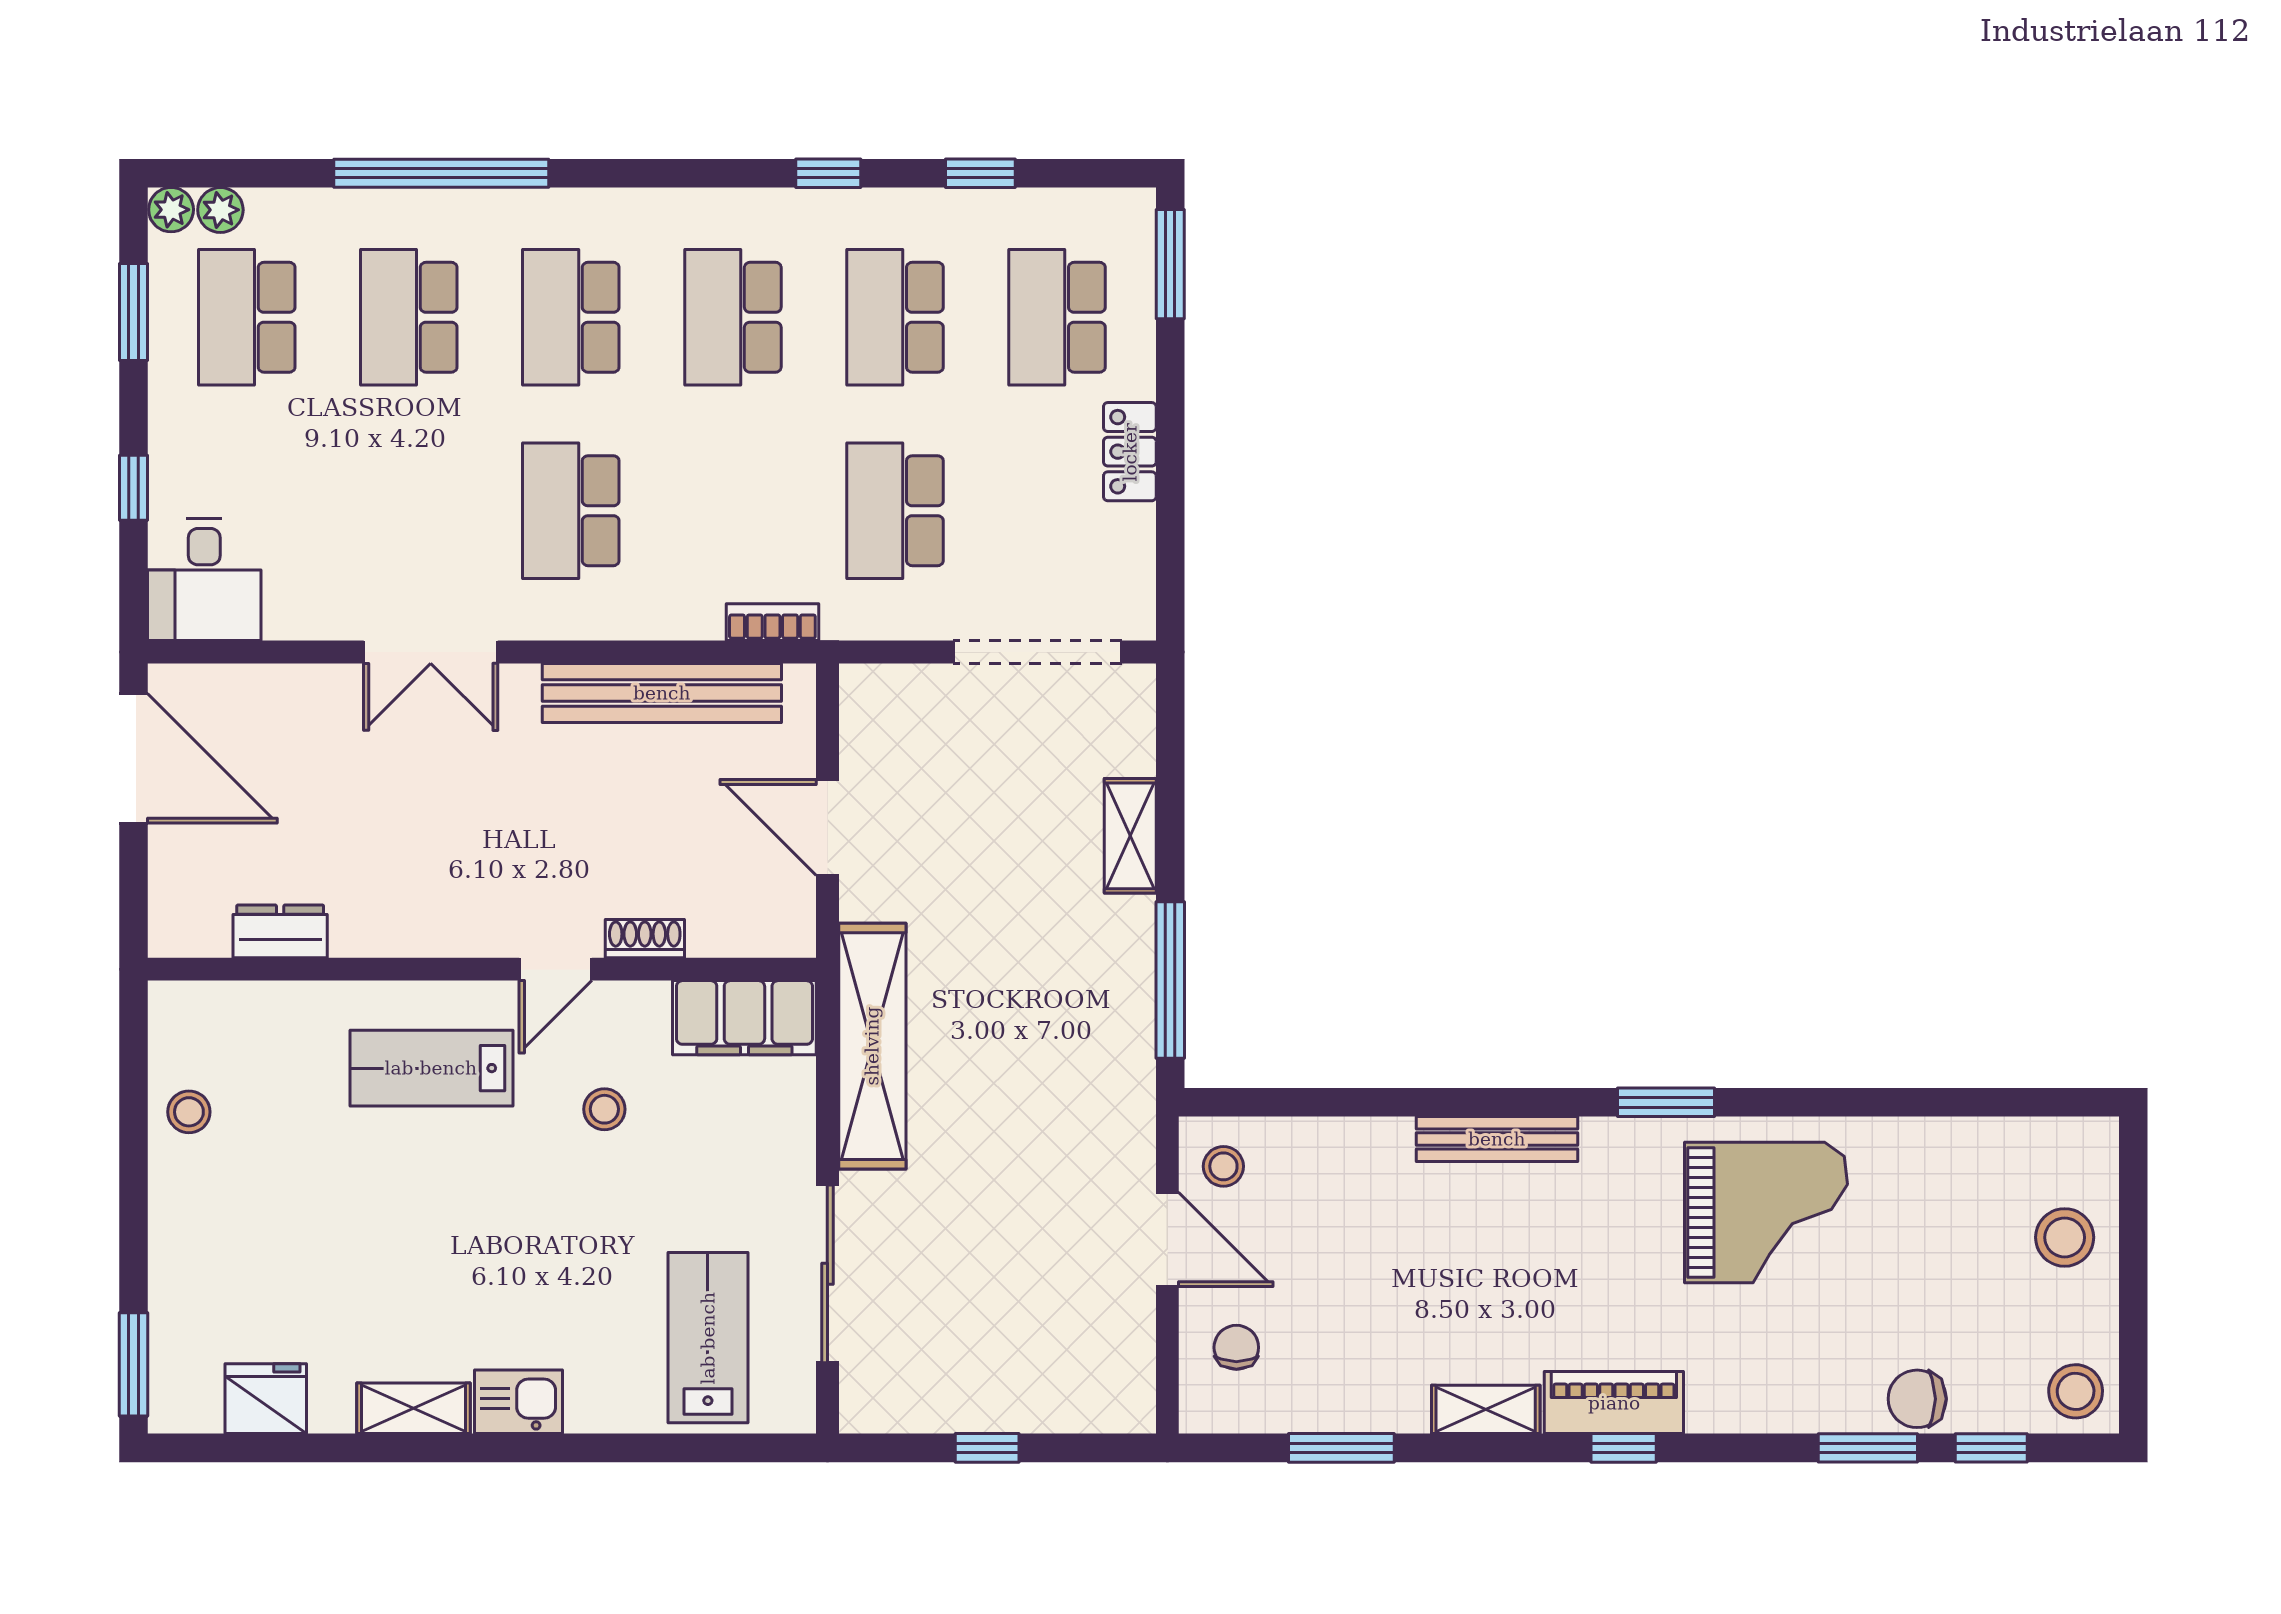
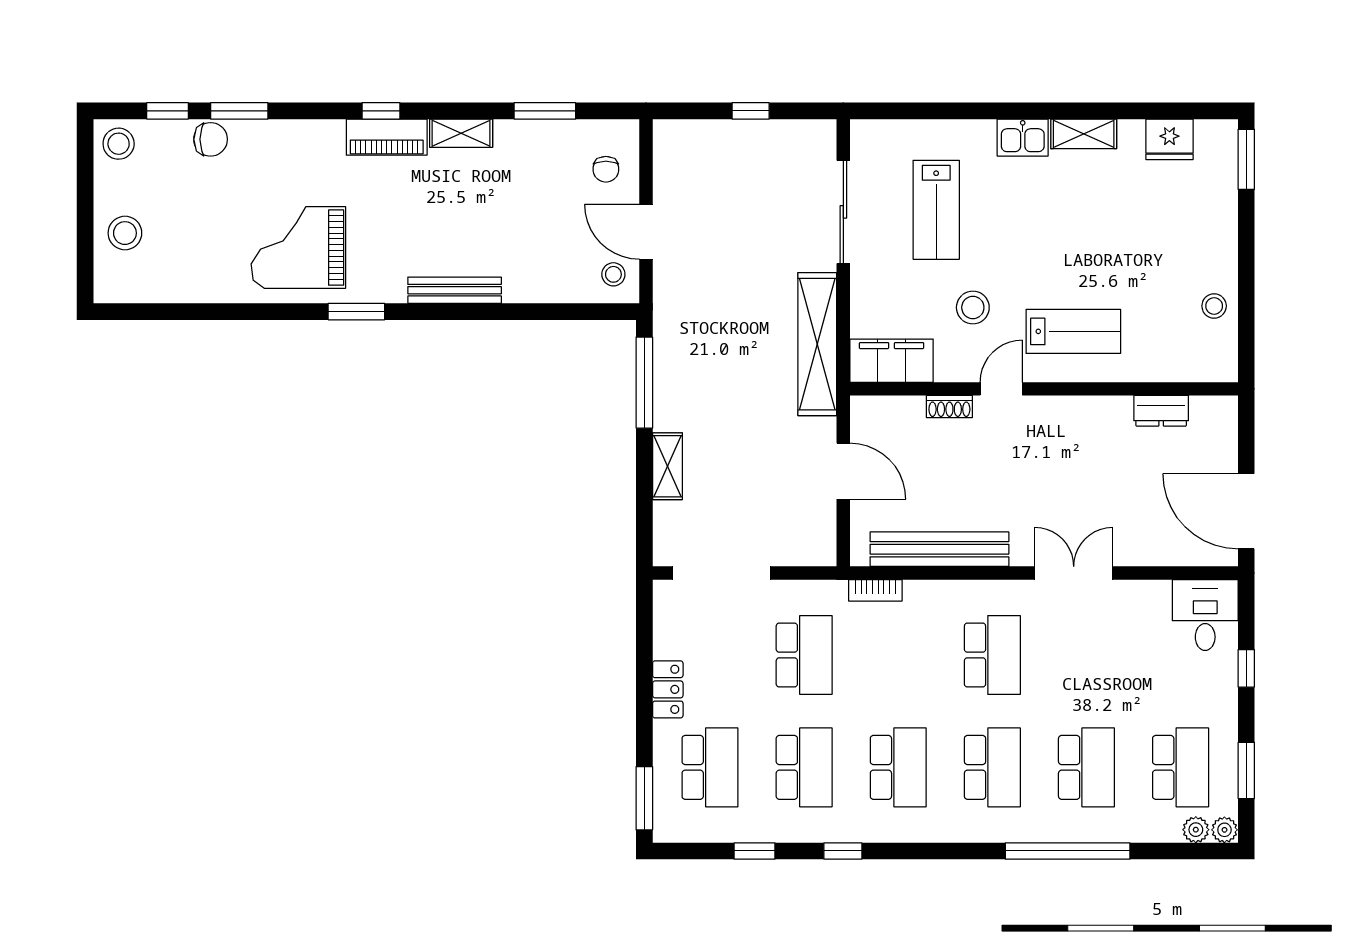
stool: (604, 1109) -> (973, 307), width x1.37, depth x1.37
lab bench: (708, 1338) -> (936, 210), moved

